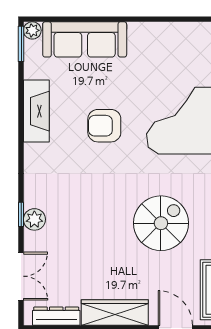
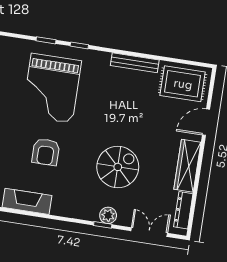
spiral stairs: (161, 223) -> (118, 167), moved, turned 90

